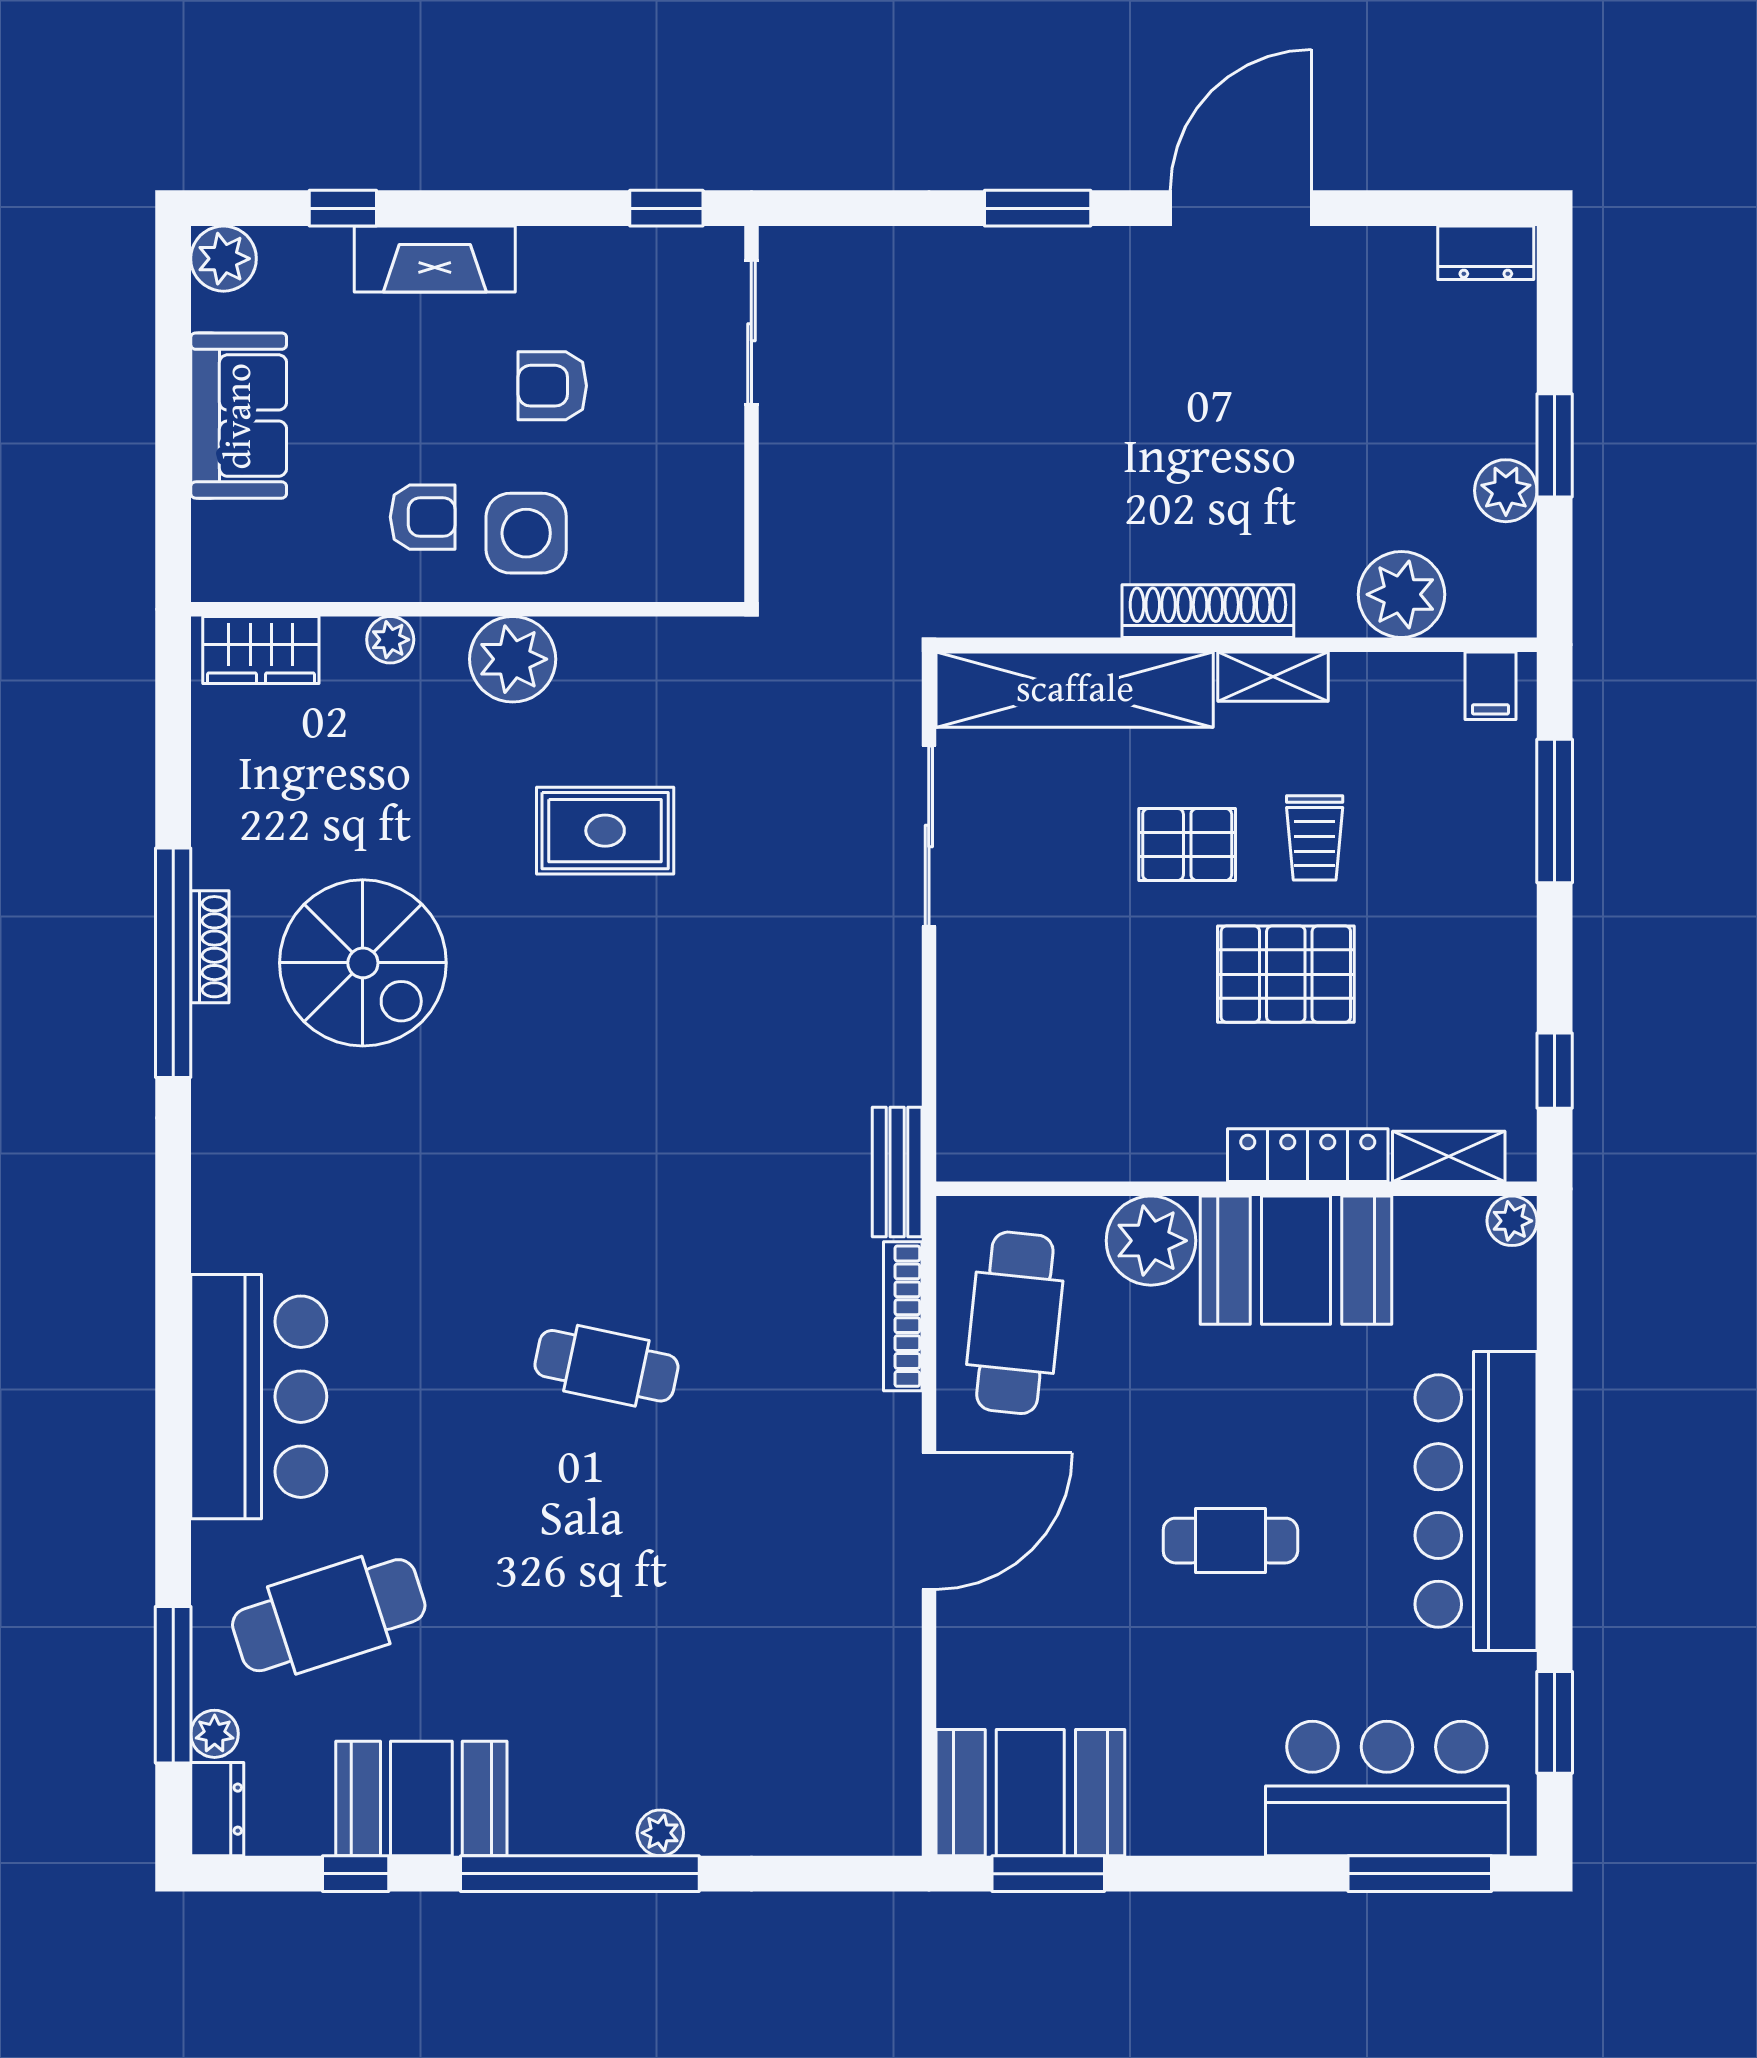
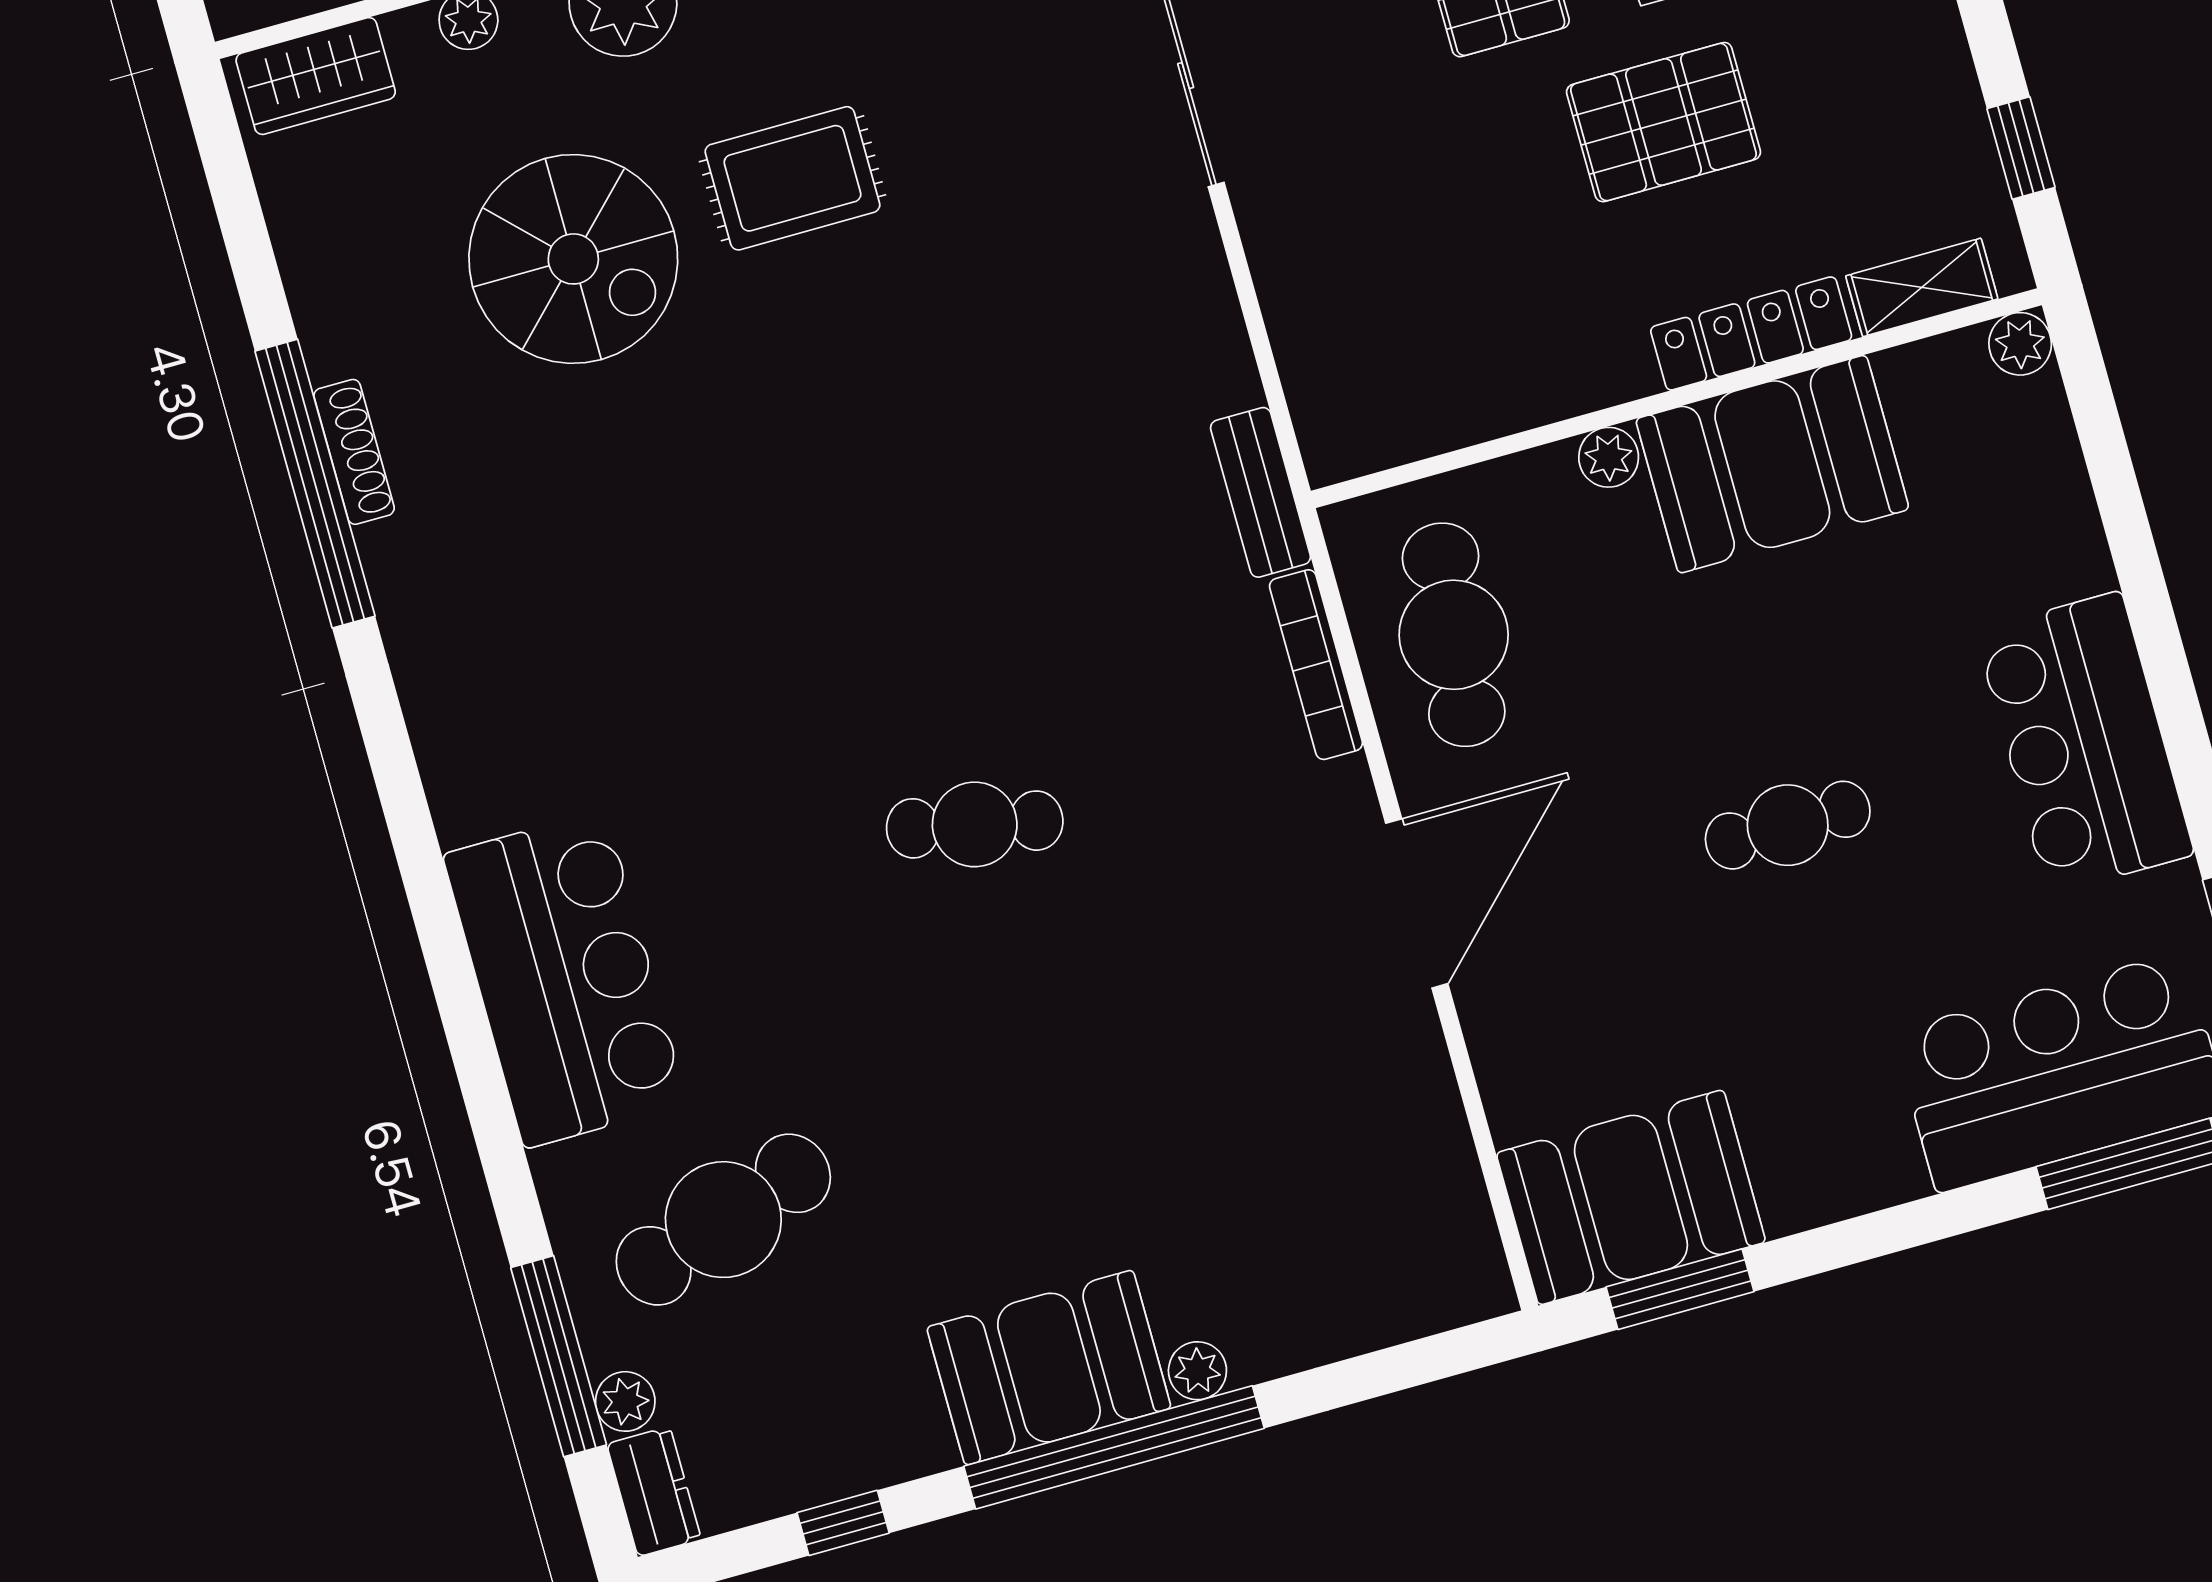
spiral stairs: (363, 963) -> (573, 259), moved
plant: (1151, 1241) -> (1609, 457), width x0.53, depth x0.53
bar counter: (1476, 1501) -> (2085, 743), width x0.73
booth: (421, 1799) -> (1049, 1368), moved

